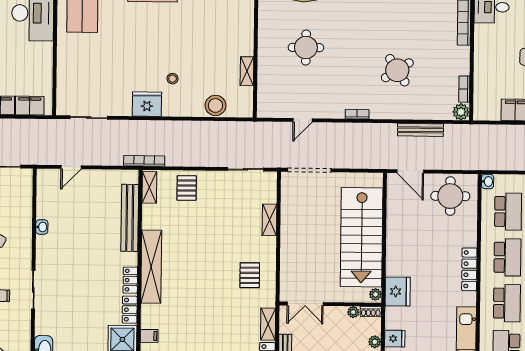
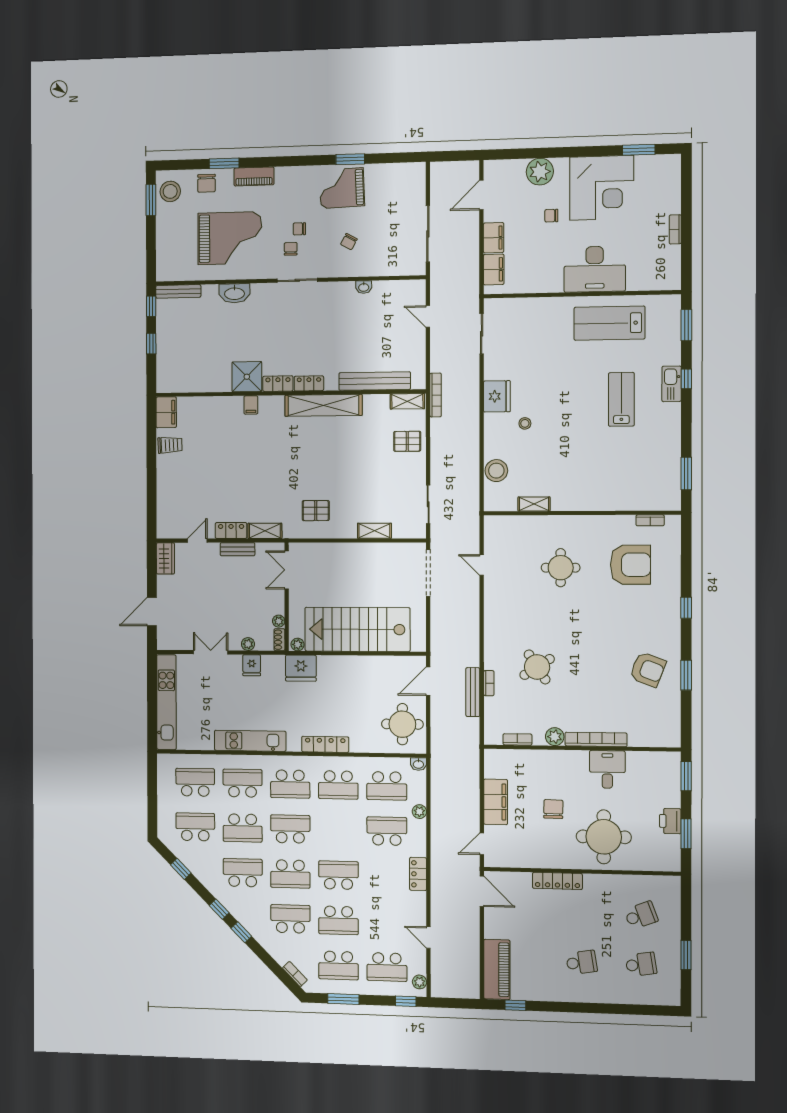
plant: (461, 112) -> (555, 737), moved
bookcase: (357, 114) -> (489, 683), moved

